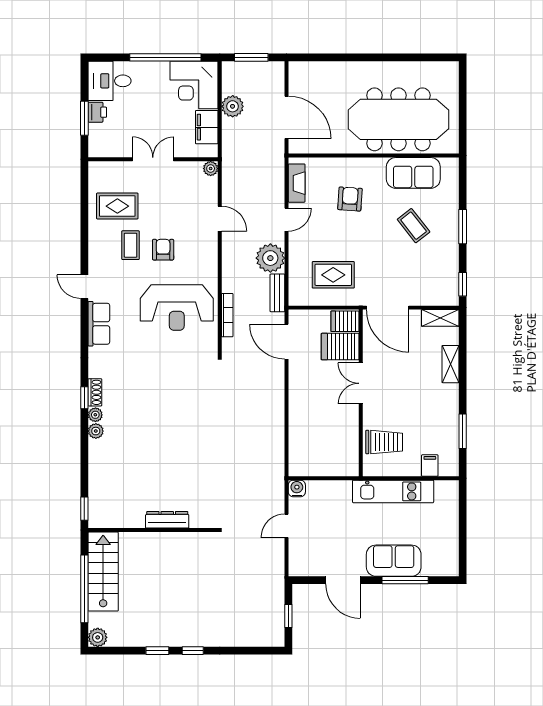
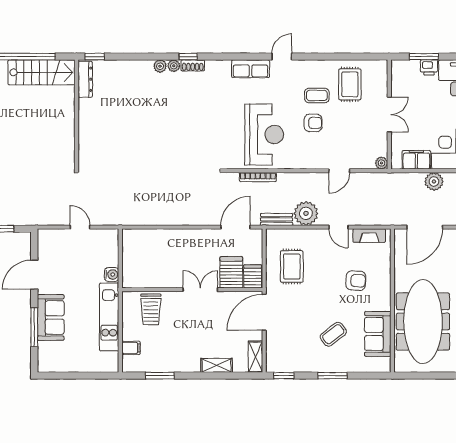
reception desk: (177, 308) -> (264, 134), turned 180
water cooler: (297, 488) -> (112, 274), moved
dresser: (167, 520) -> (85, 79), moved

